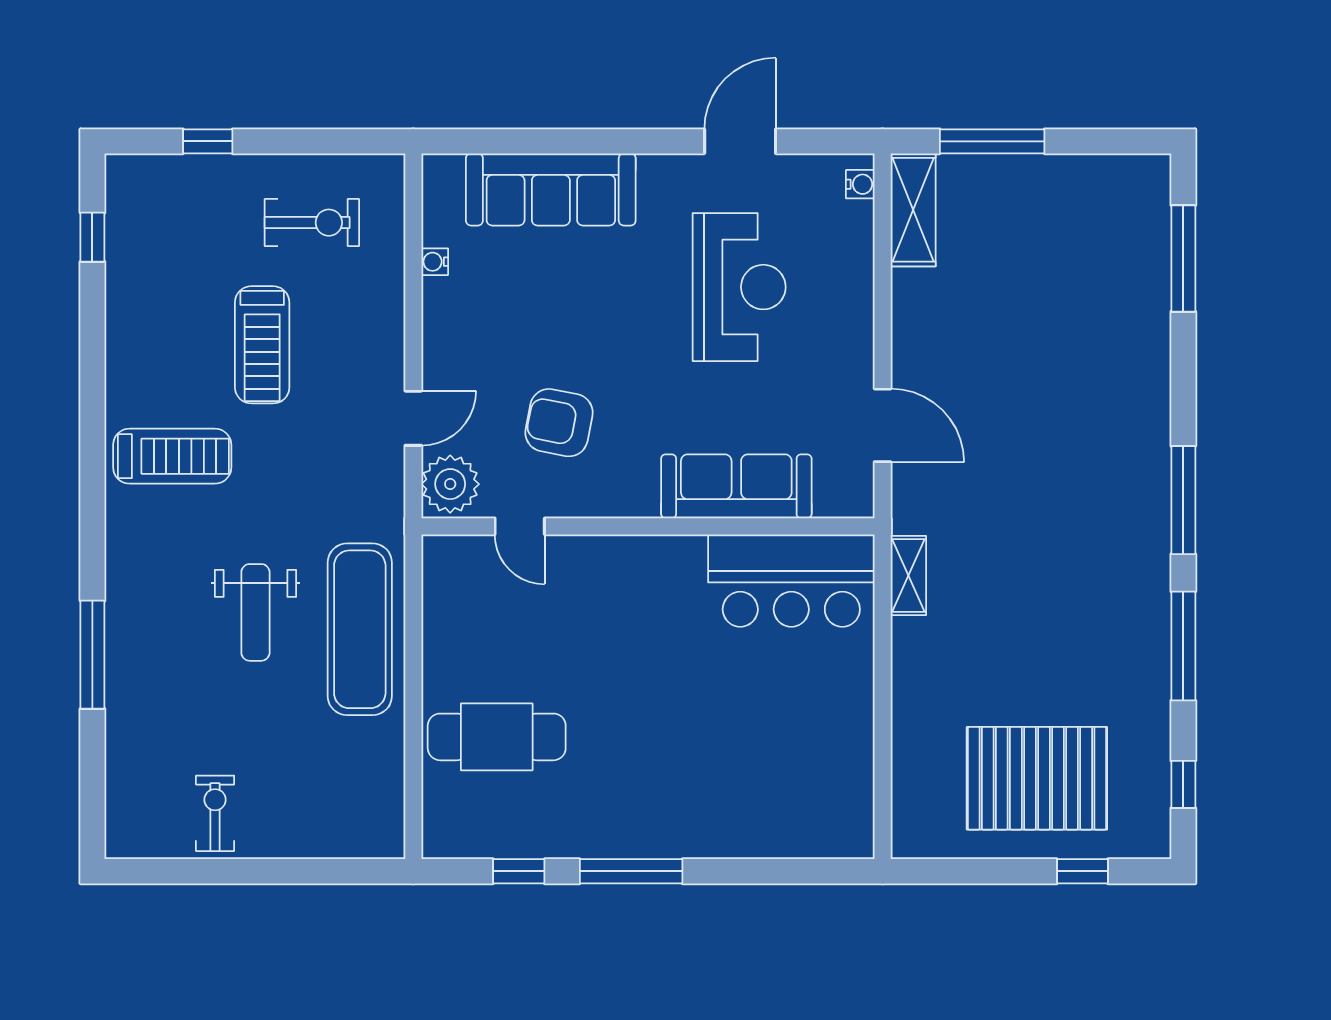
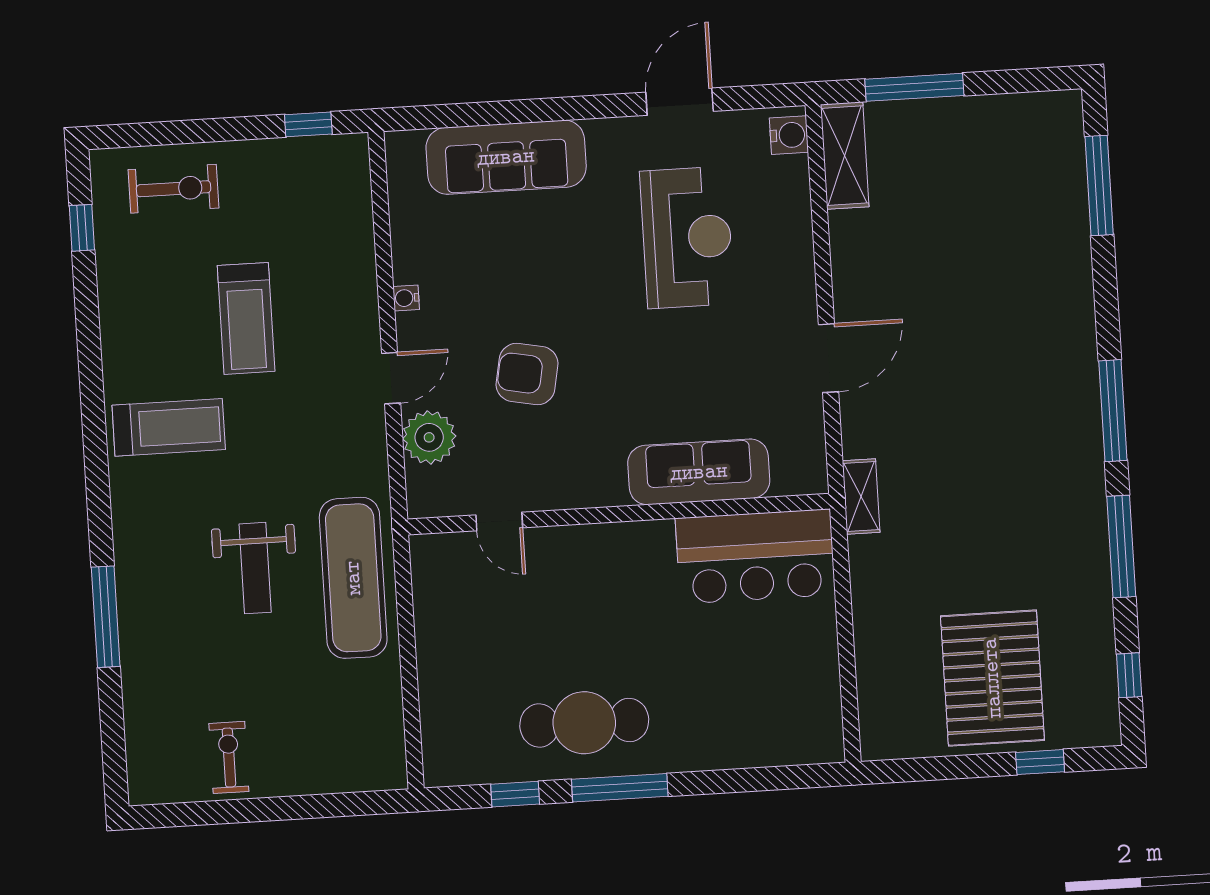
window: (208, 141) -> (308, 124), moved
water cooler: (860, 184) -> (789, 135), width x1.38, depth x1.38
exercise bike: (312, 223) -> (174, 189), moved
water cooler: (435, 262) -> (406, 298), moved
door: (883, 425) -> (828, 358), hinge flipped
sofa: (736, 486) -> (699, 472), moved
door: (520, 526) -> (499, 521), moved
wall: (648, 526) -> (619, 514), moved
bar counter: (791, 581) -> (755, 556), moved
cafe table: (497, 737) -> (584, 723), moved
pallet: (1037, 778) -> (992, 678), turned 90

